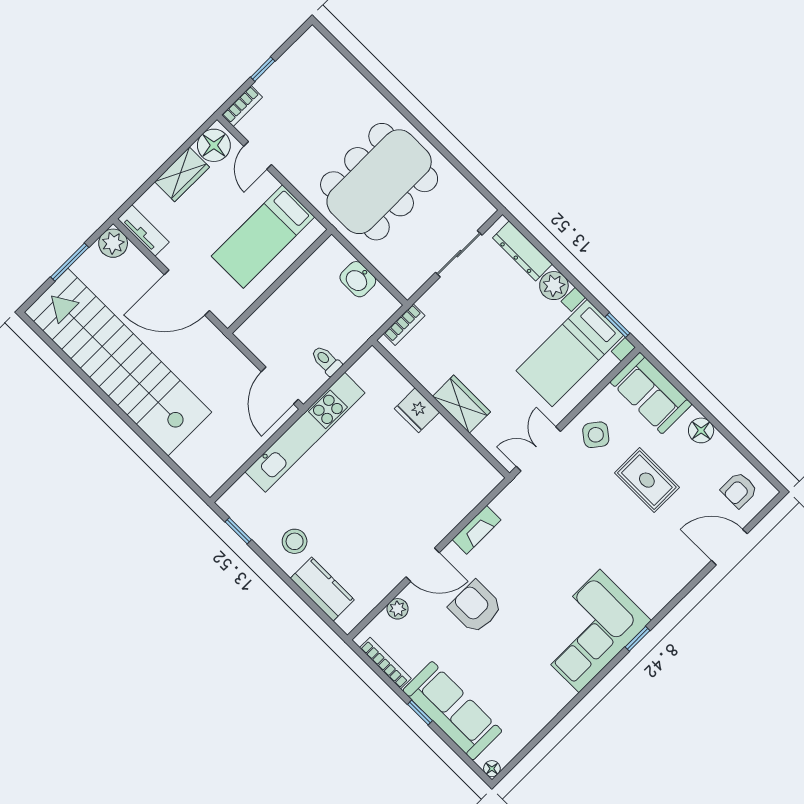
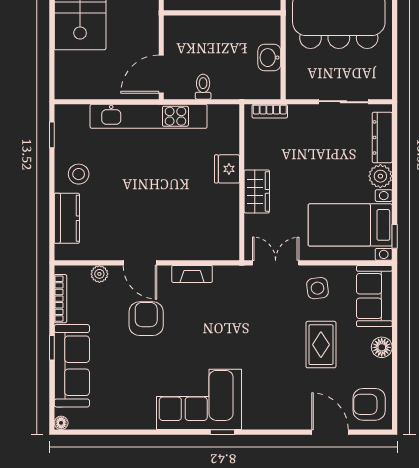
side table: (596, 435) -> (318, 288), turned 45
armchair: (739, 490) -> (369, 404), width x1.38, depth x1.38

